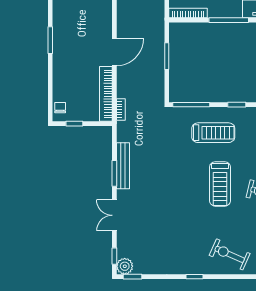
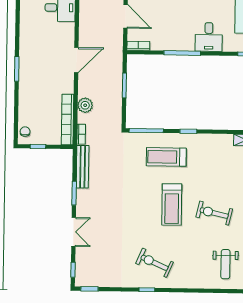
bookcase: (188, 13) -> (138, 46), width x0.64
door: (114, 52) -> (76, 60), moved
treadmill: (213, 133) -> (166, 157), turned 180
bench: (123, 166) -> (83, 167), moved
double door: (114, 215) -> (74, 232), swing flipped
exercise bike: (230, 254) -> (155, 263), moved
plant: (125, 266) -> (85, 105), moved

